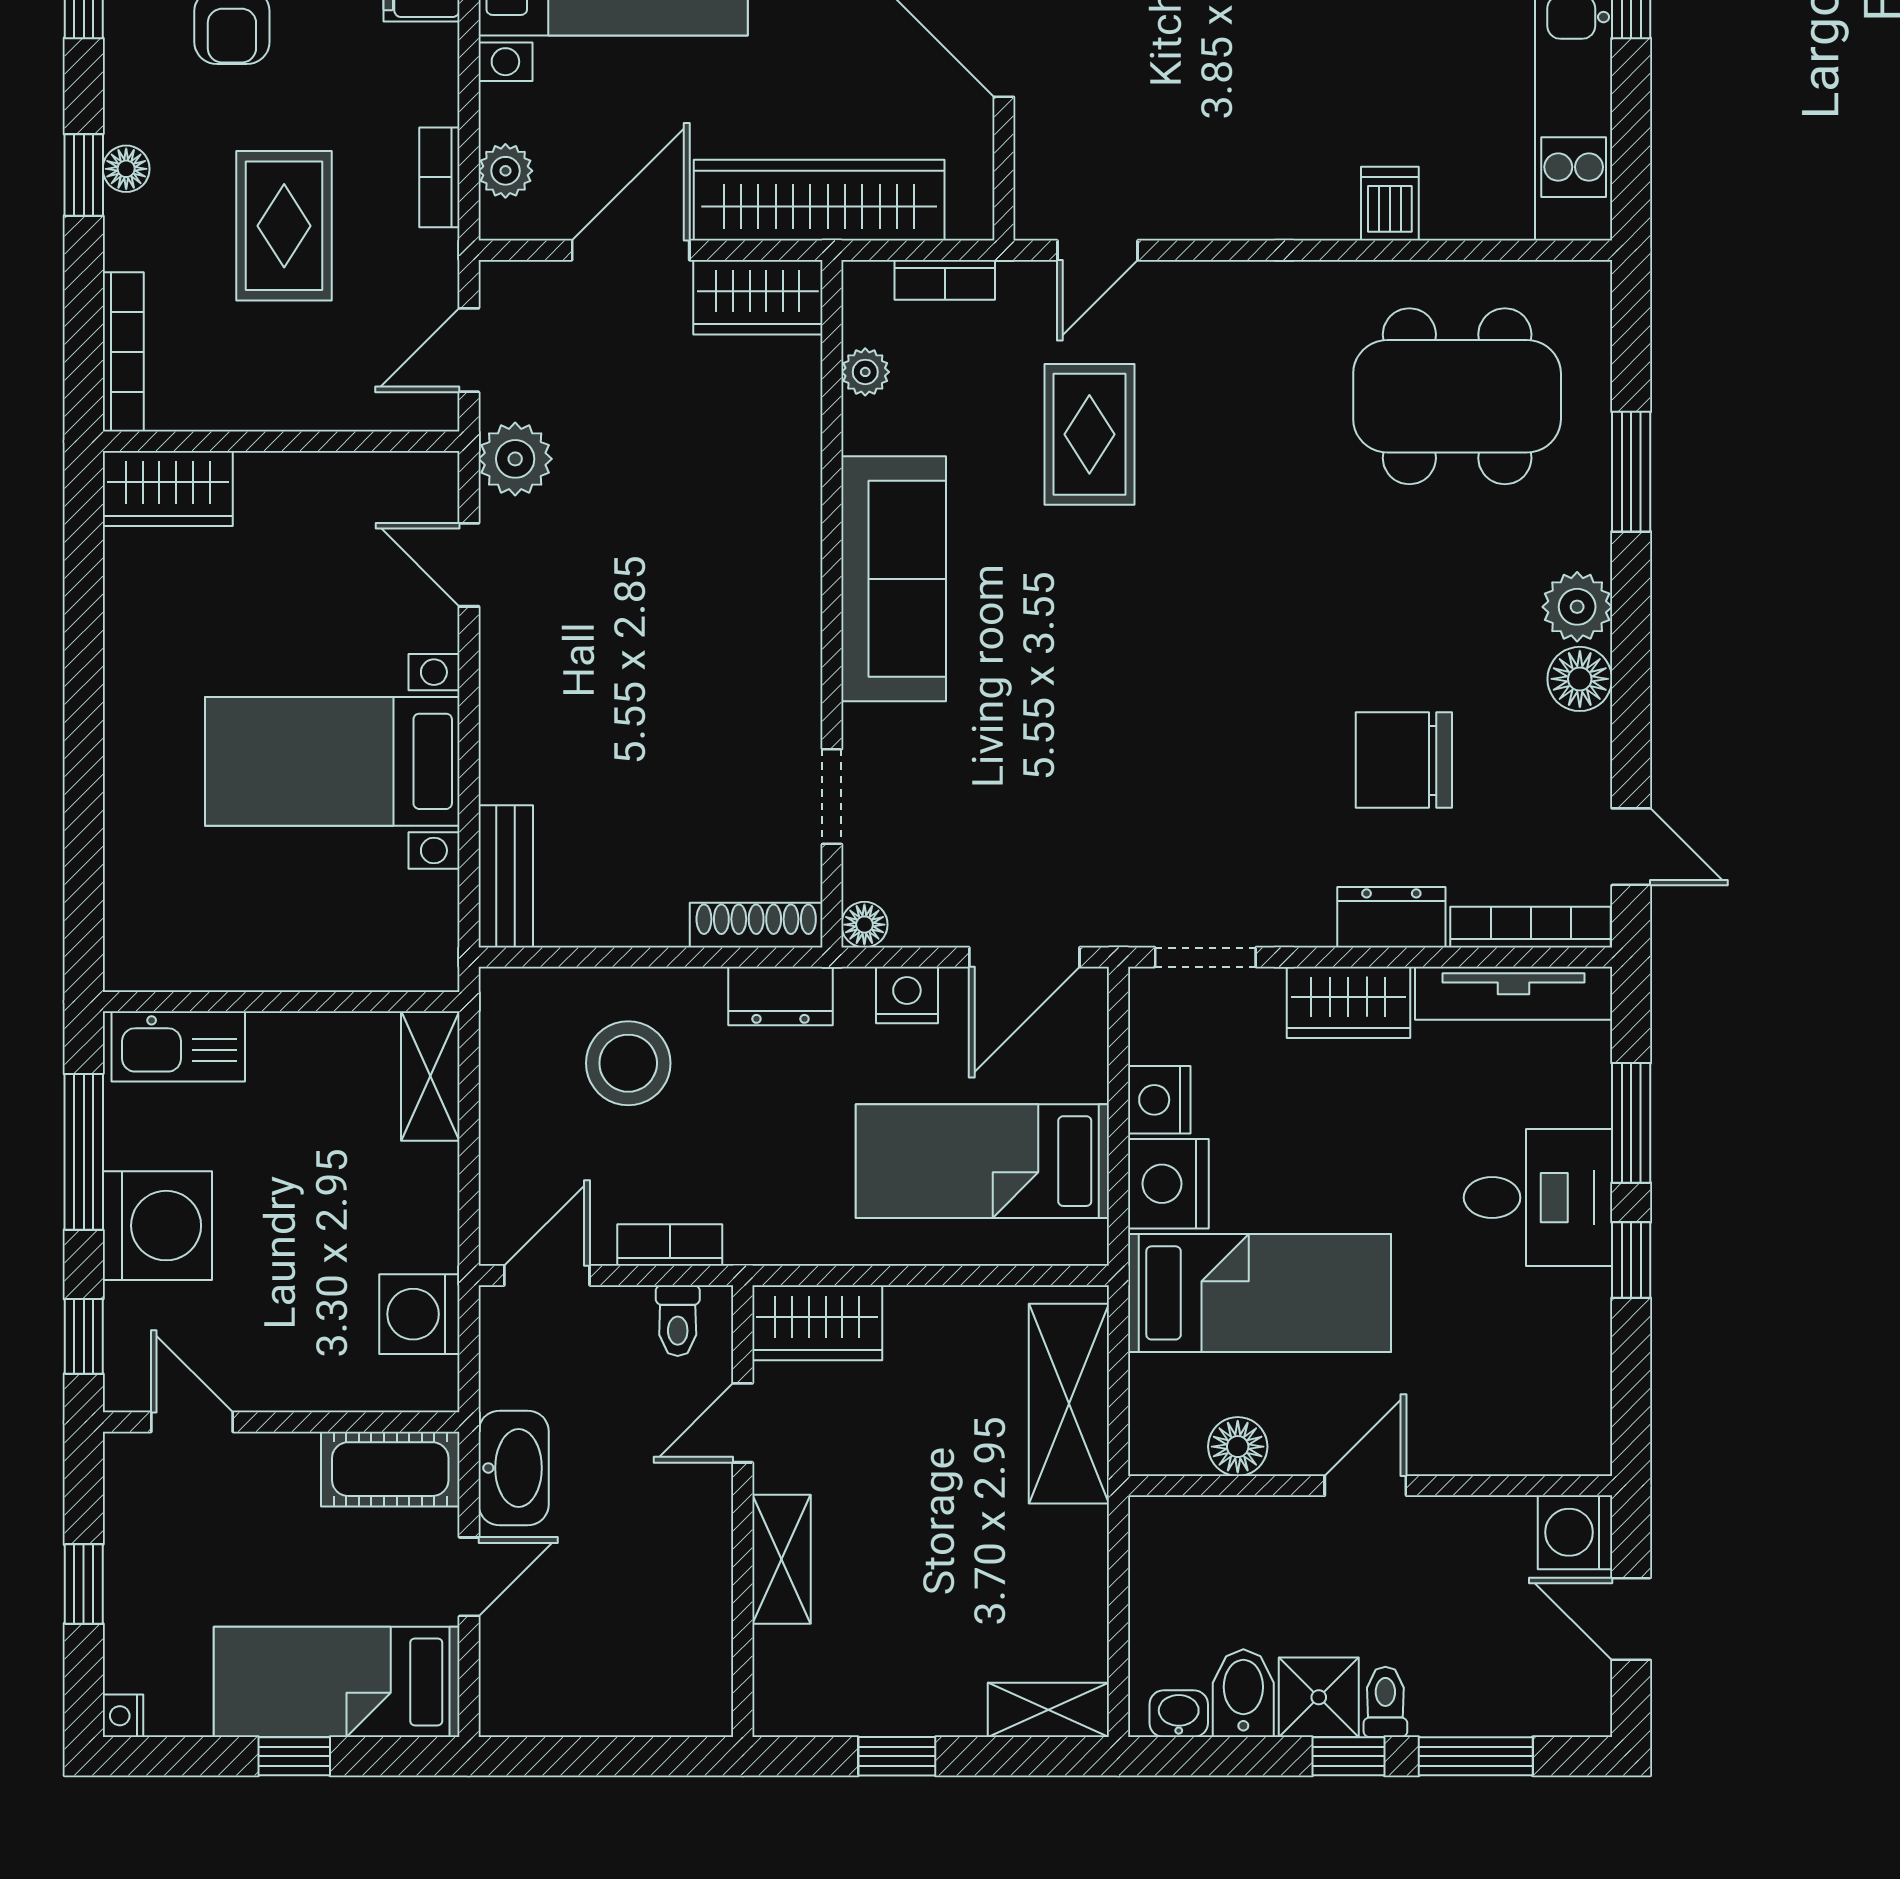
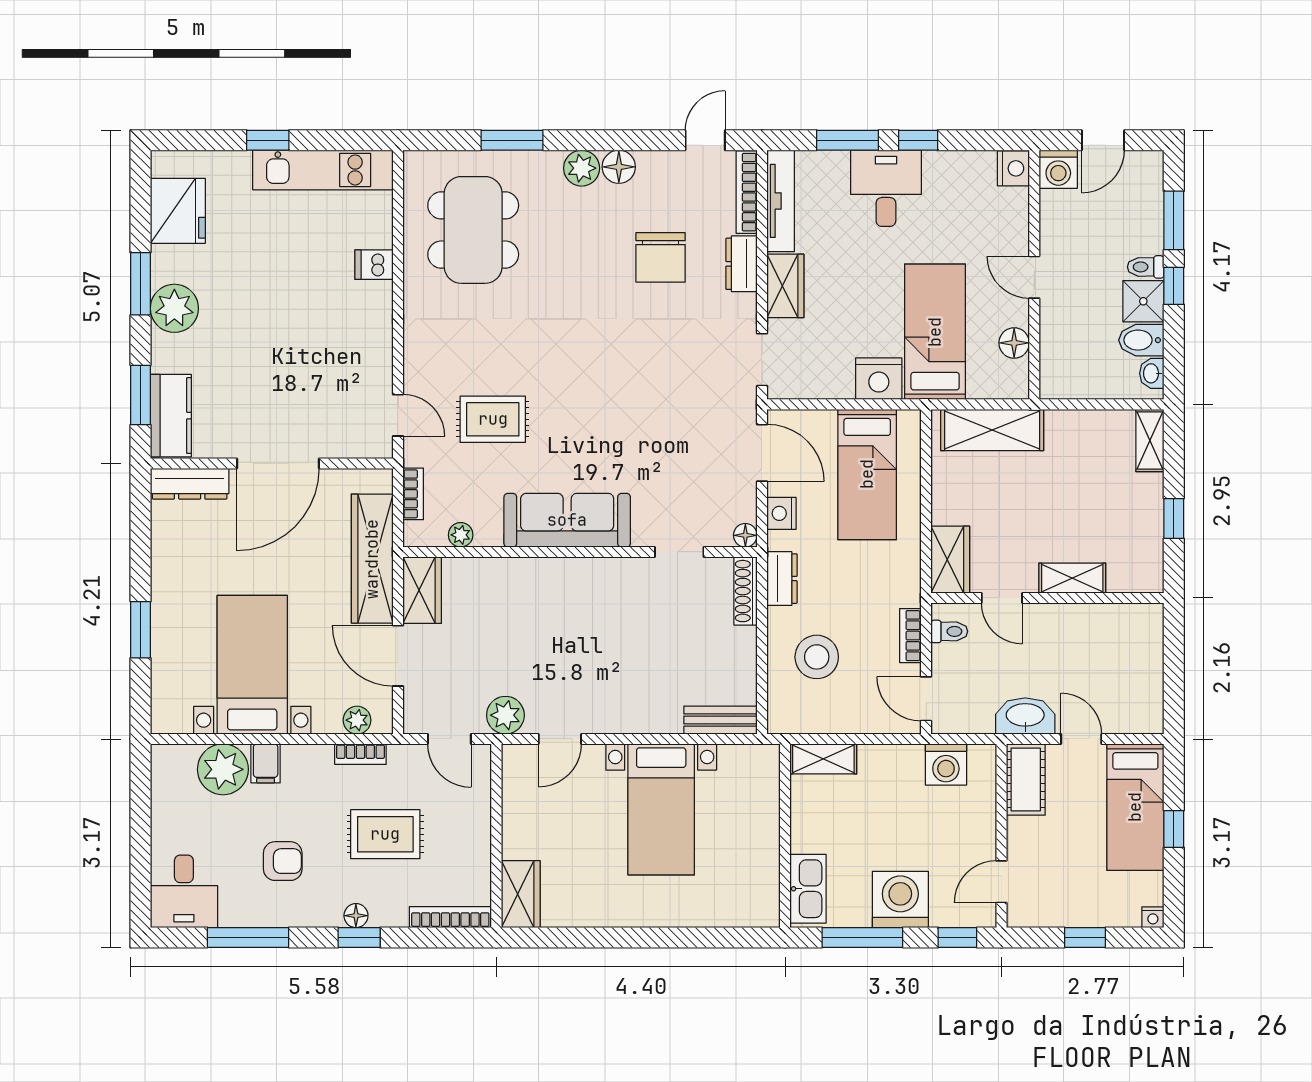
nightstand: (1159, 1100) -> (1013, 168), moved, turned -90

